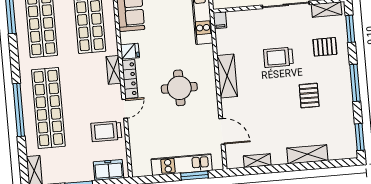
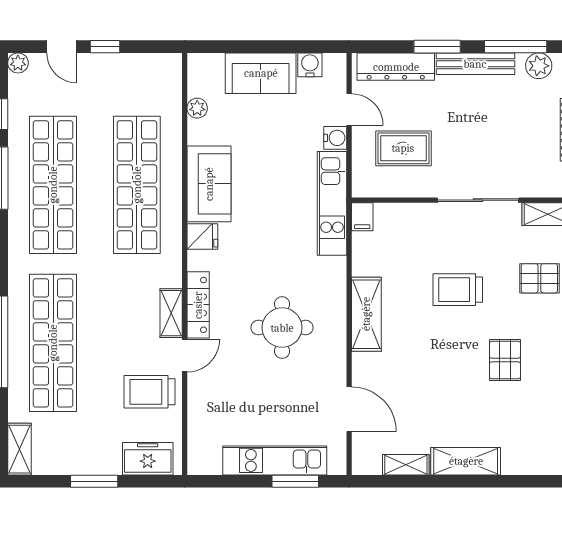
fridge: (130, 51) -> (202, 237), moved
shelving: (114, 70) -> (171, 313), moved
shelving: (307, 154) -> (466, 461), moved

